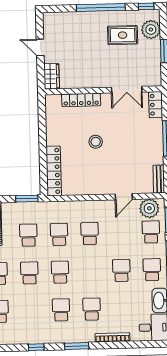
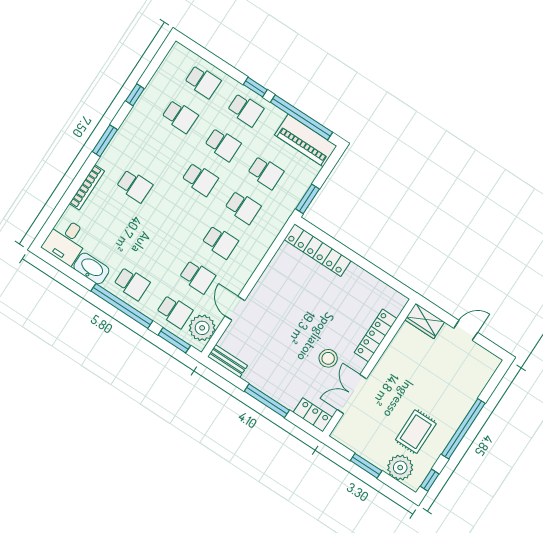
stool: (96, 142) -> (328, 358), moved
school desk: (121, 270) -> (197, 277), moved
school desk: (61, 310) -> (180, 116), moved

